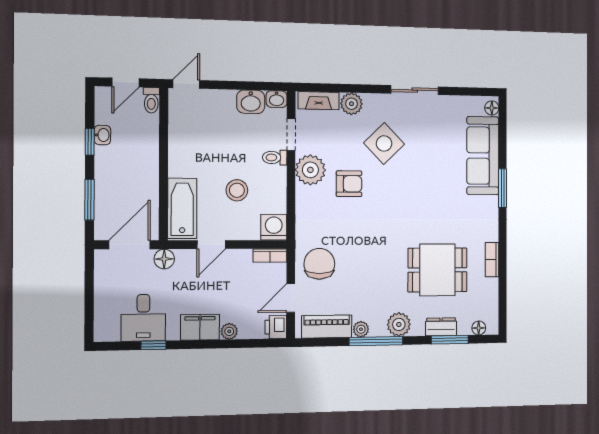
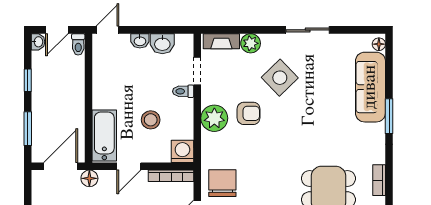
washbasin: (277, 99) -> (140, 41), moved
washbasin: (102, 135) -> (38, 42), moved
plant: (310, 170) -> (214, 118), moved
bookcase: (270, 256) -> (171, 176), width x1.56

